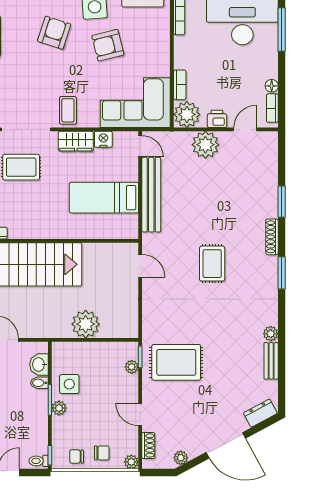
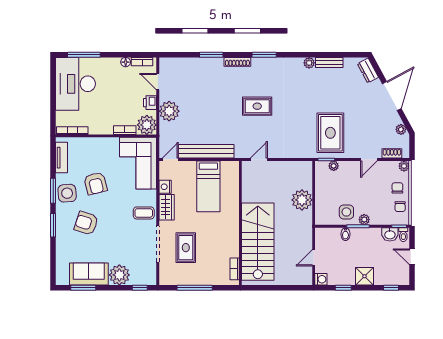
washbasin: (39, 365) -> (390, 234), moved

